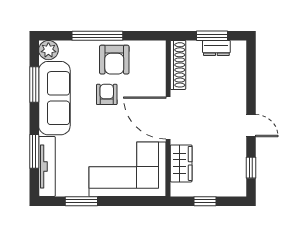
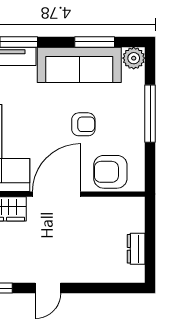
window: (212, 36) -> (150, 244), removed
armchair: (114, 60) -> (110, 172), moved
shoe rack: (178, 65) -> (117, 205), removed

